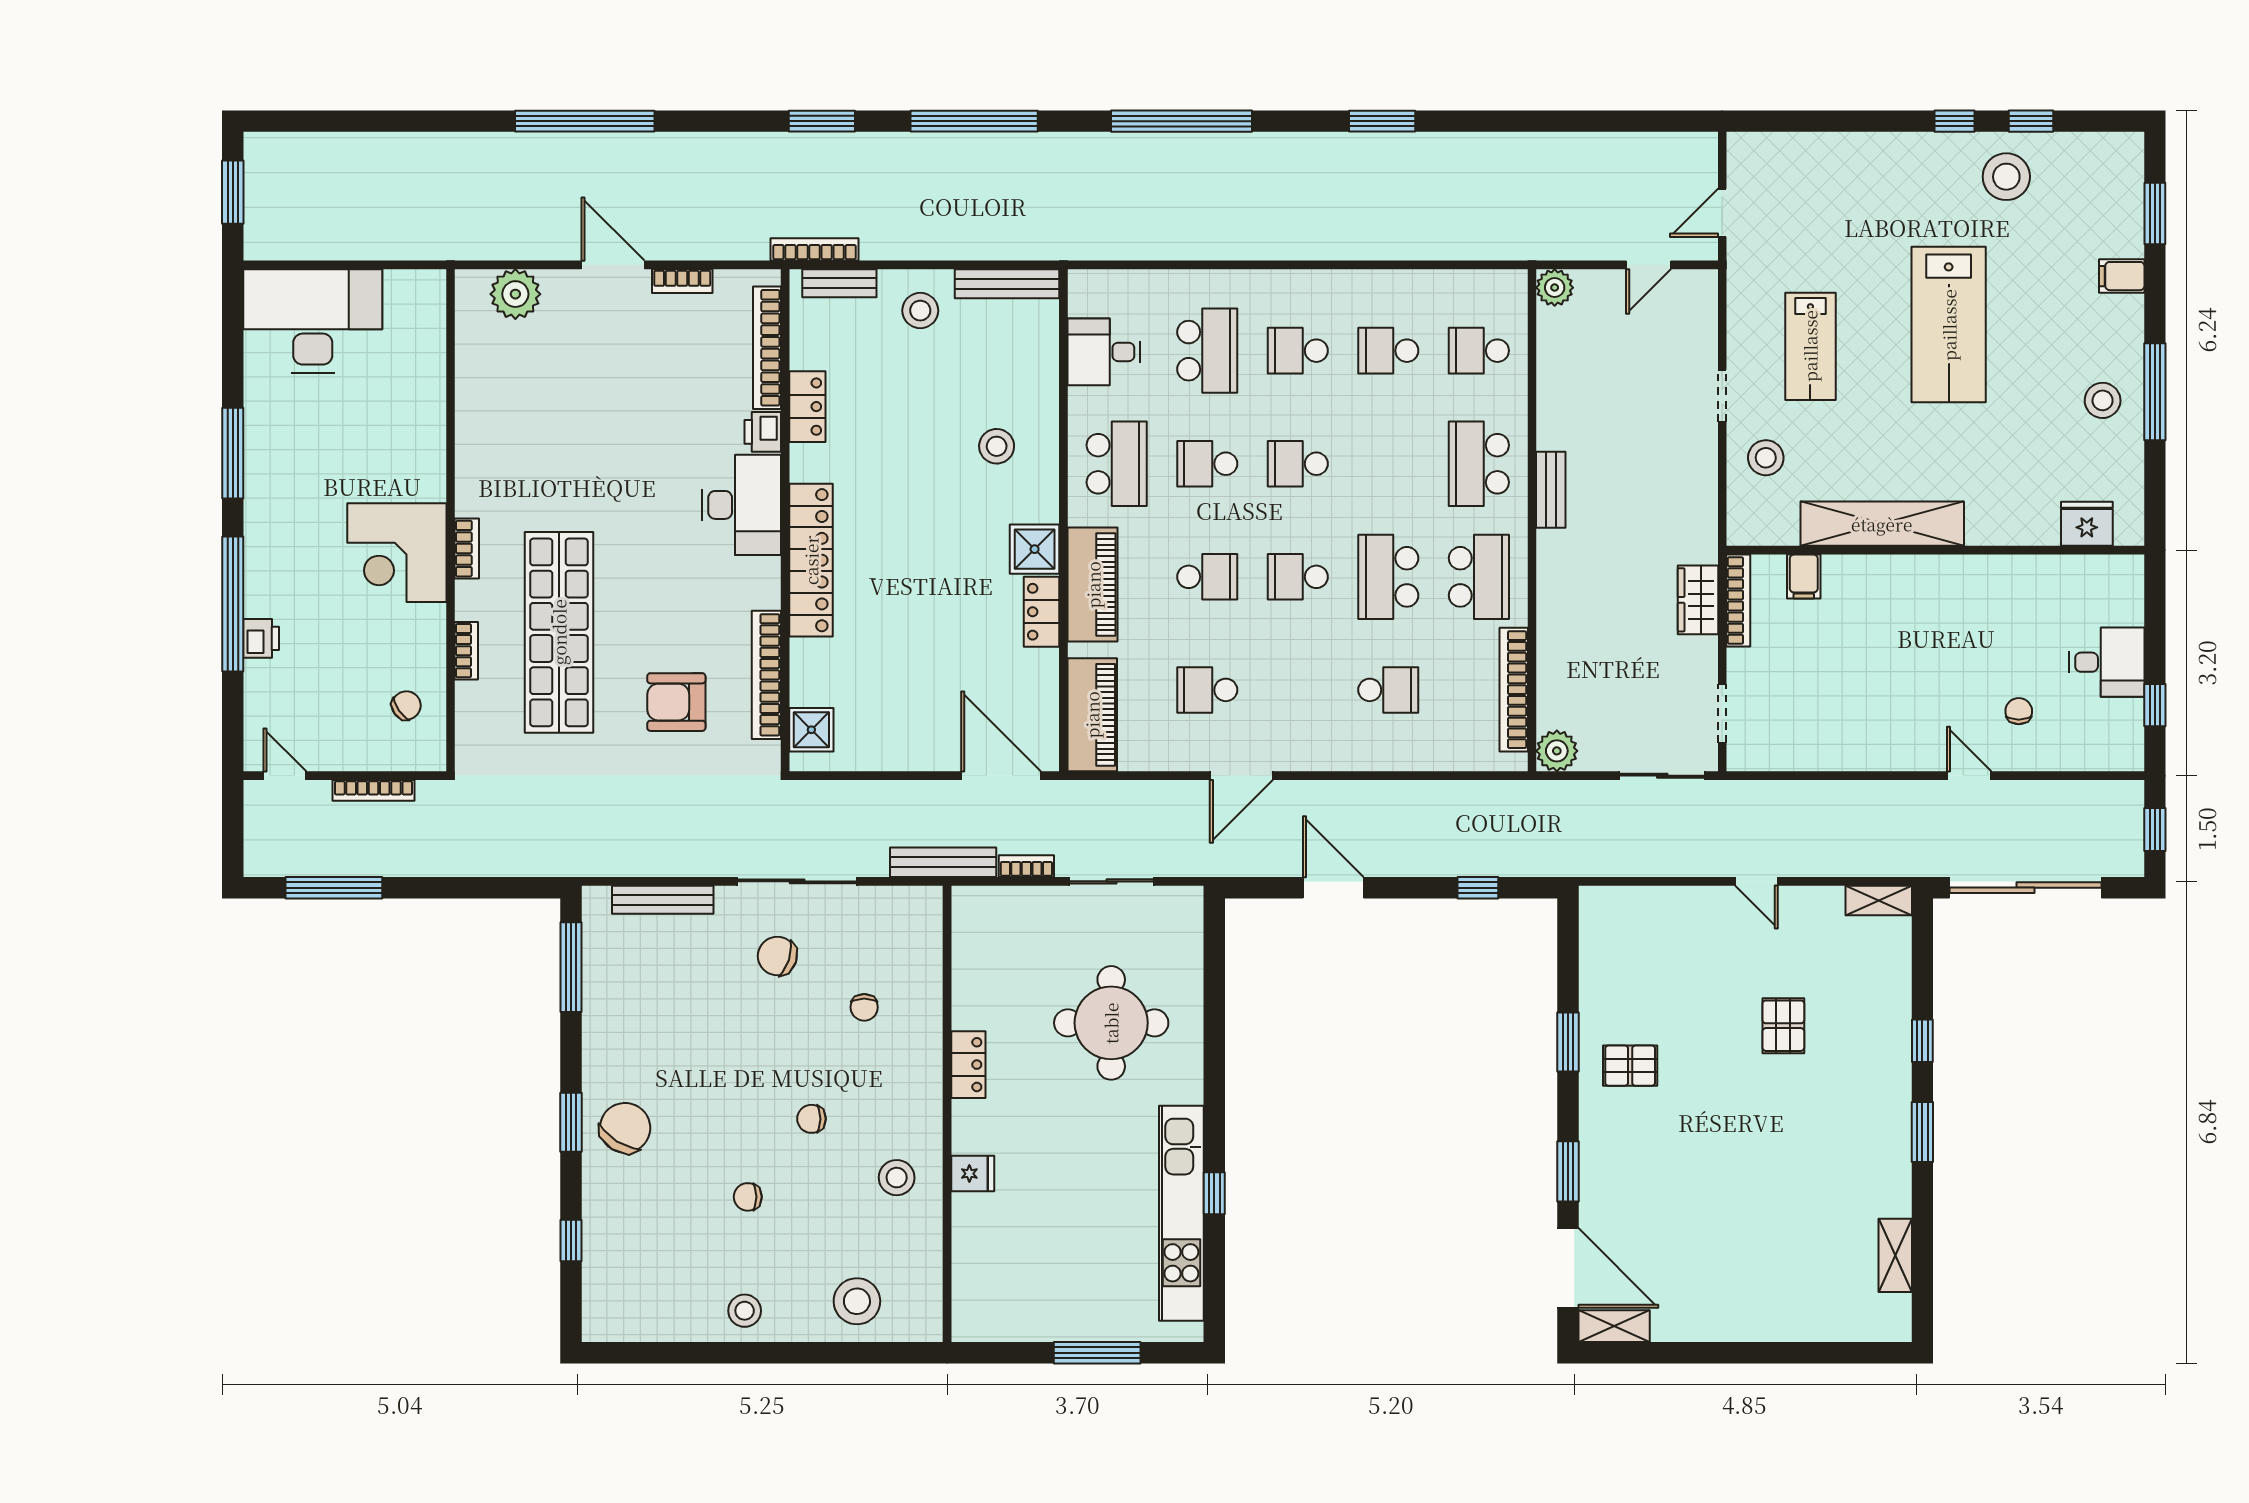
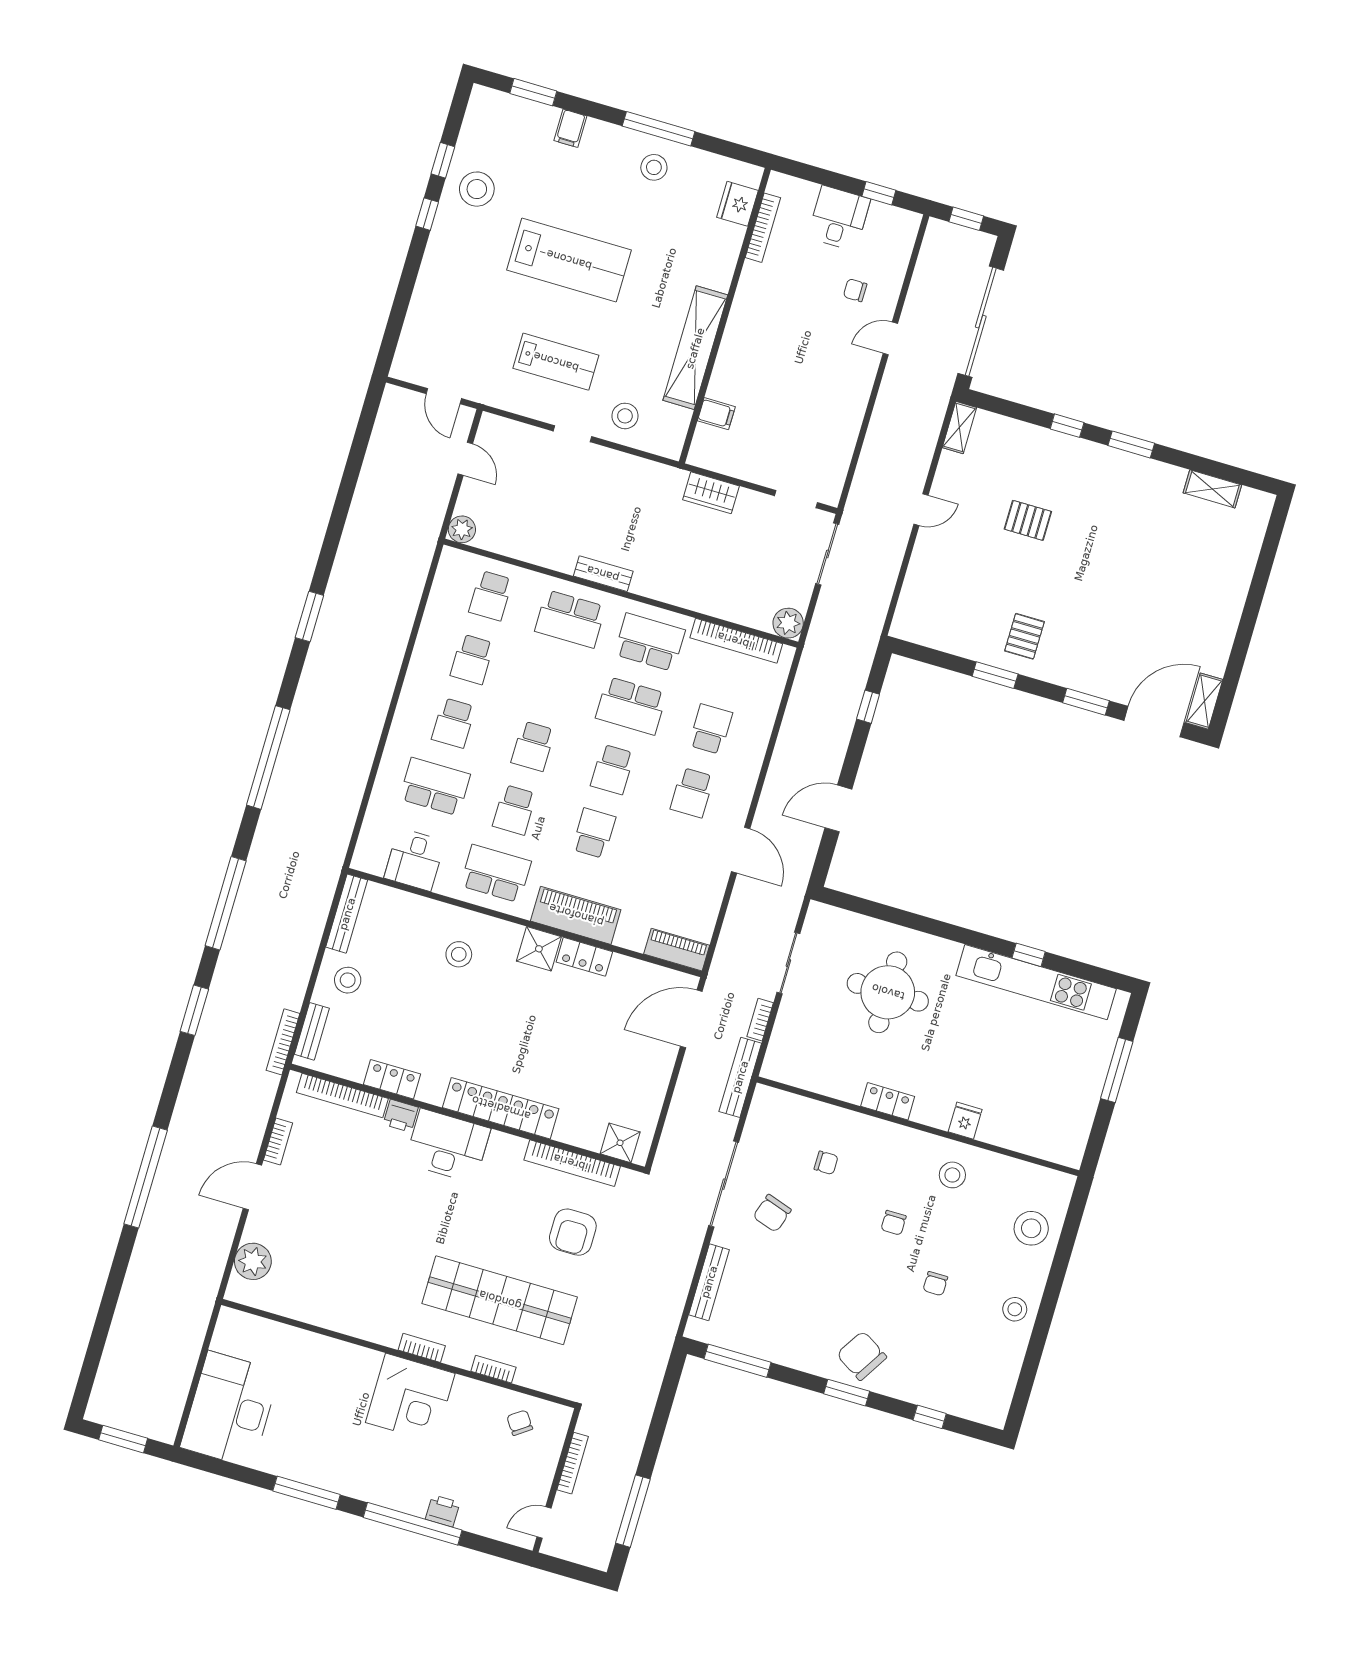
bookcase: (1738, 601) -> (763, 228), moved, turned 90
school desk: (1207, 690) -> (692, 793), moved
piano: (1092, 715) -> (677, 950), width x0.73, depth x0.75

